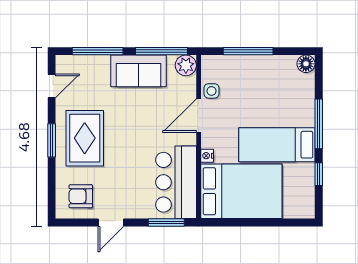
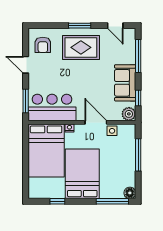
window: (161, 51) -> (138, 98), width x0.46
window: (319, 124) -> (112, 201), moved
bed: (277, 145) -> (82, 174), width x1.50
armchair: (81, 196) -> (43, 45), turned 180

